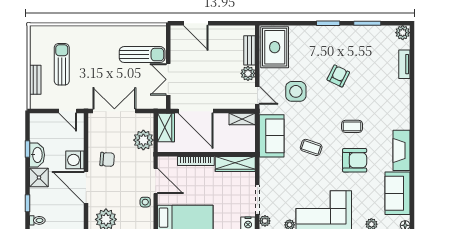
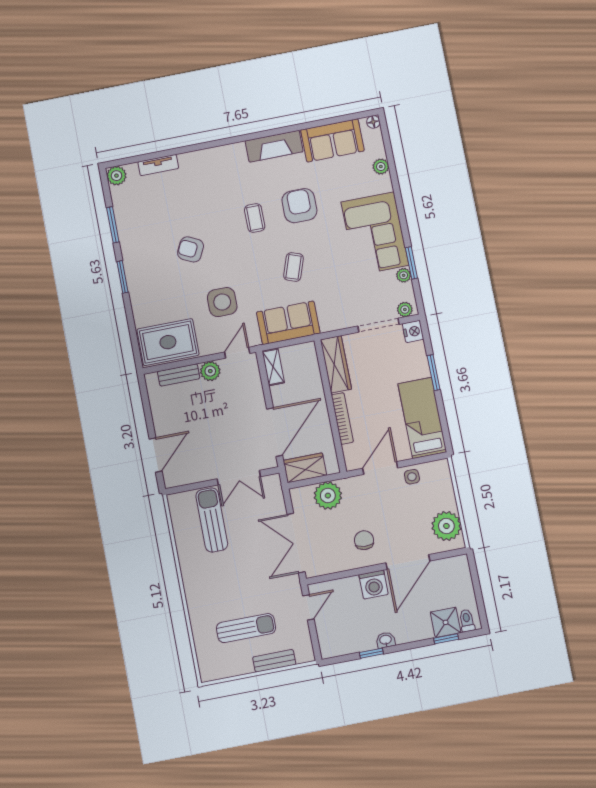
sun lounger: (62, 64) -> (246, 628), turned 180
washbasin: (37, 155) -> (386, 640), width x0.52, depth x0.69
shower: (39, 177) -> (446, 622), moved

